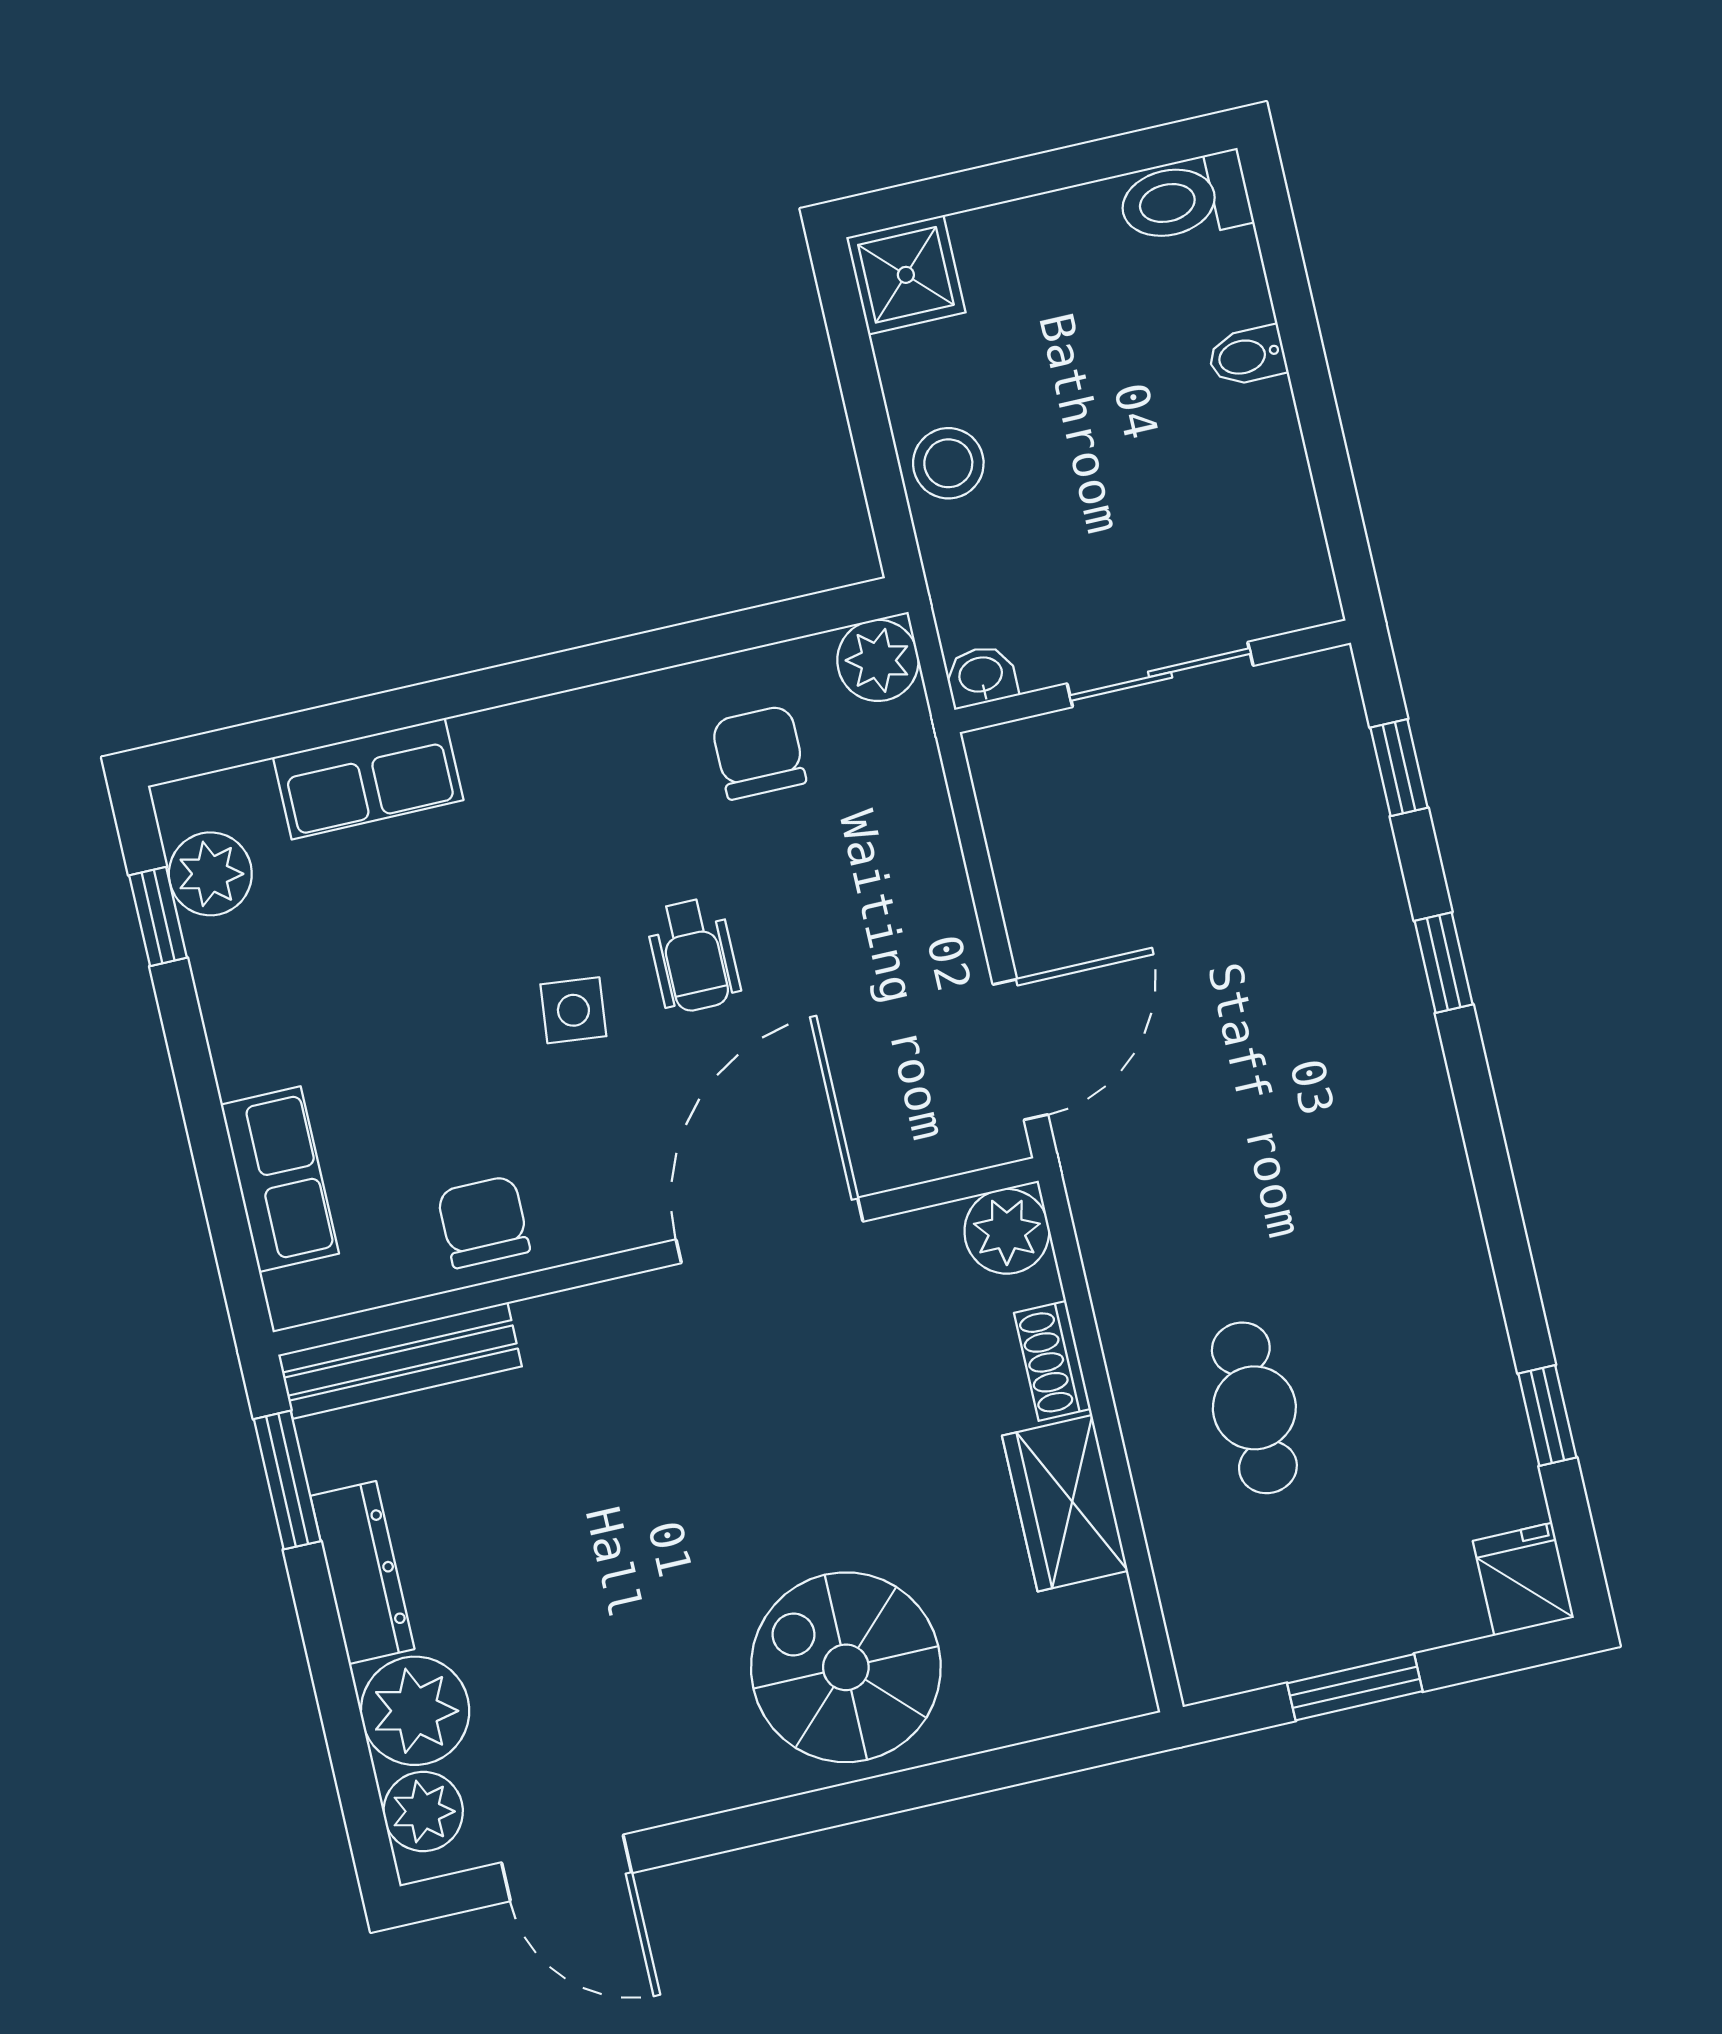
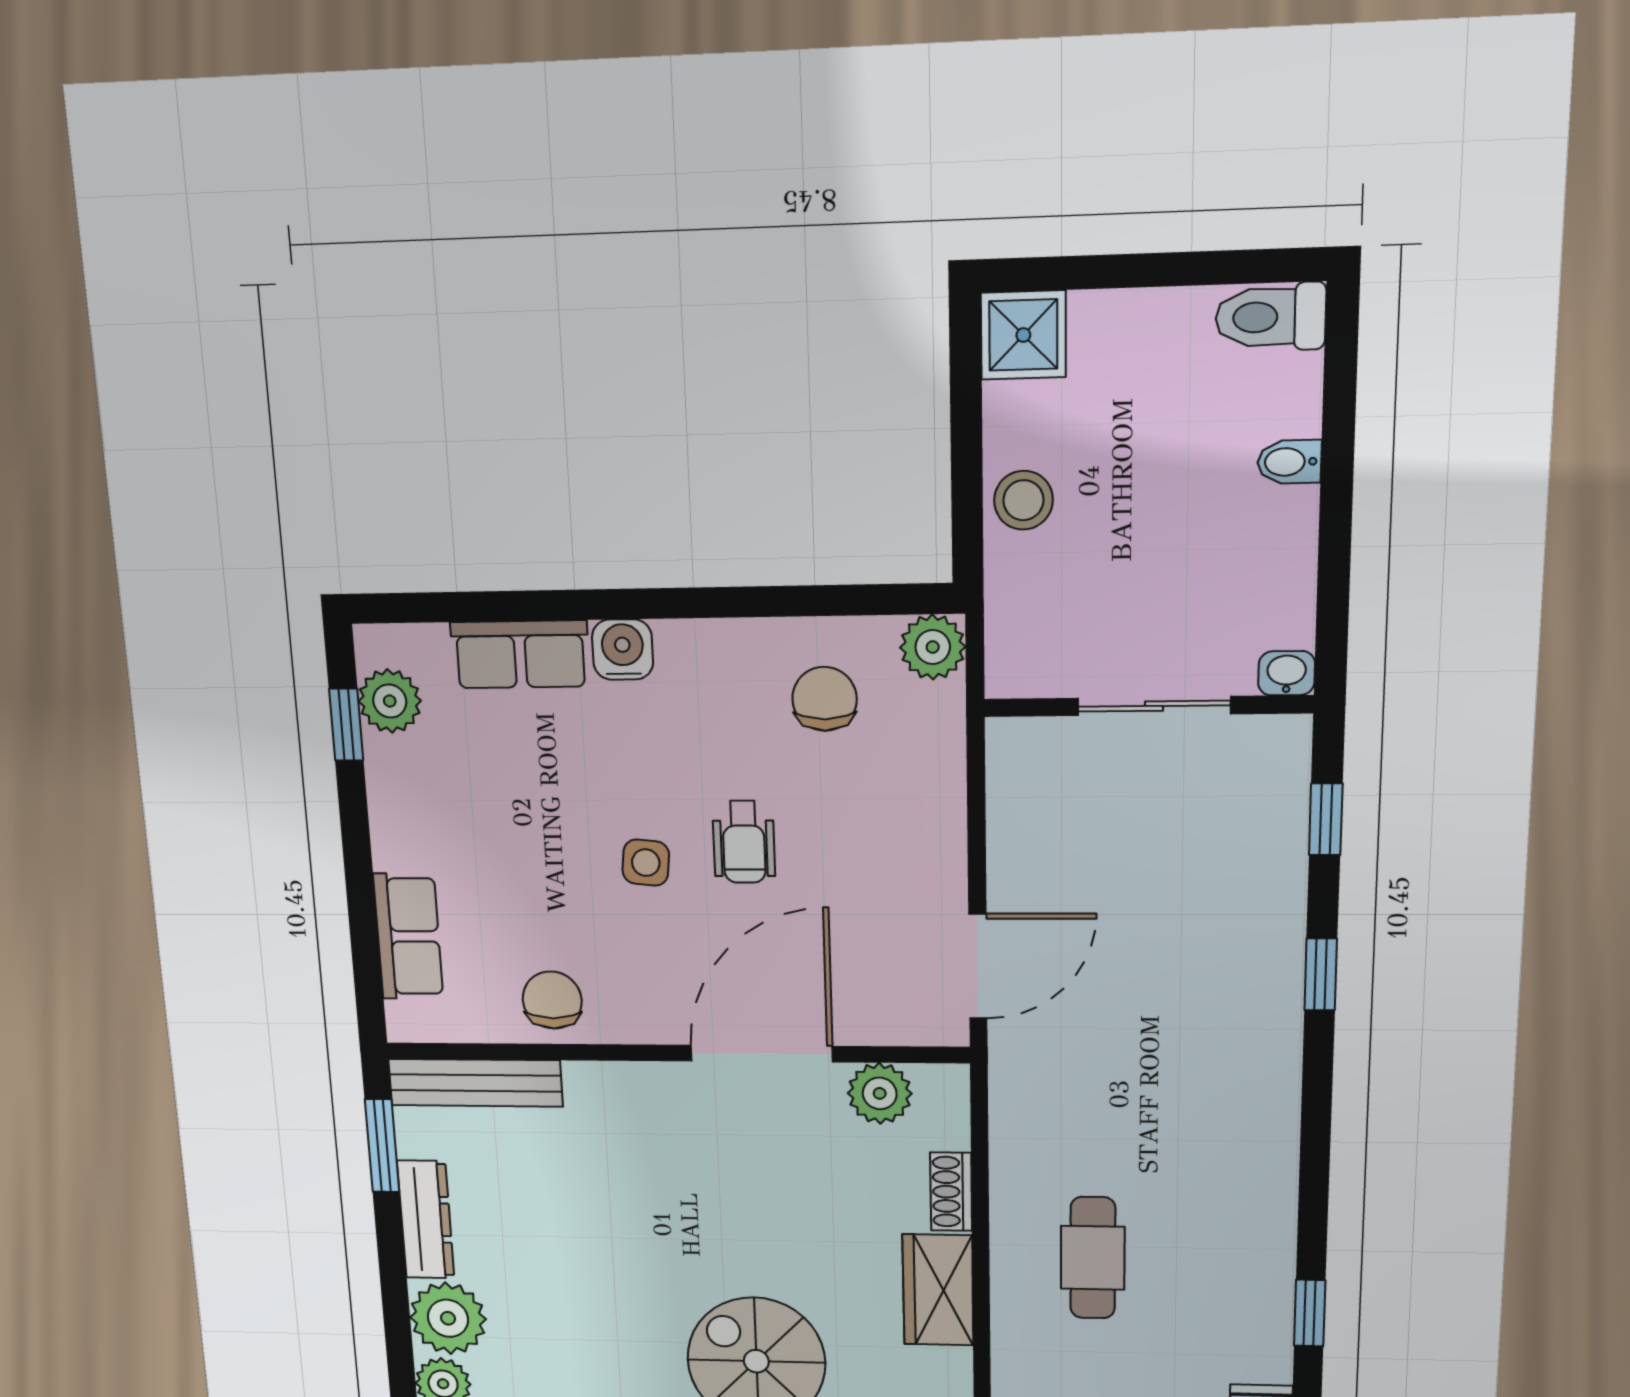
washbasin: (981, 676) -> (1287, 673), moved
water cooler: (496, 745) -> (623, 650), added
plant: (1007, 1231) -> (880, 1093), moved

